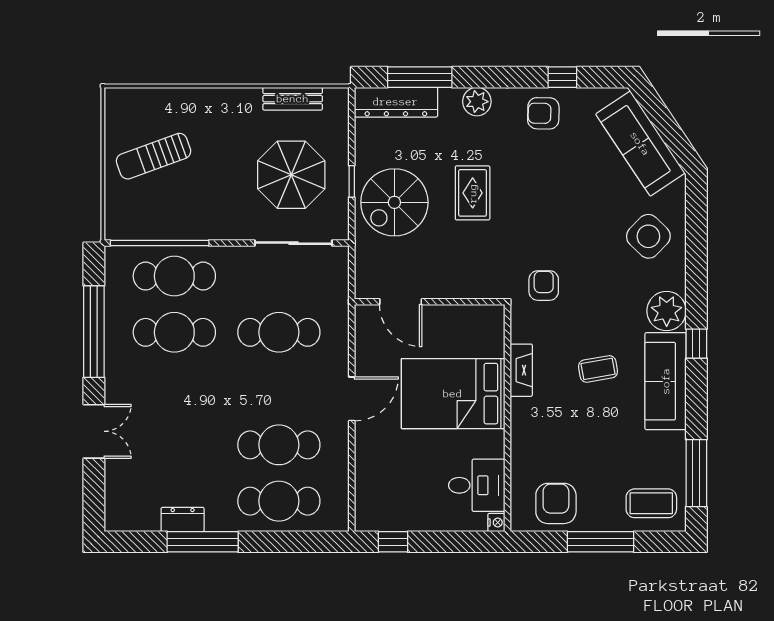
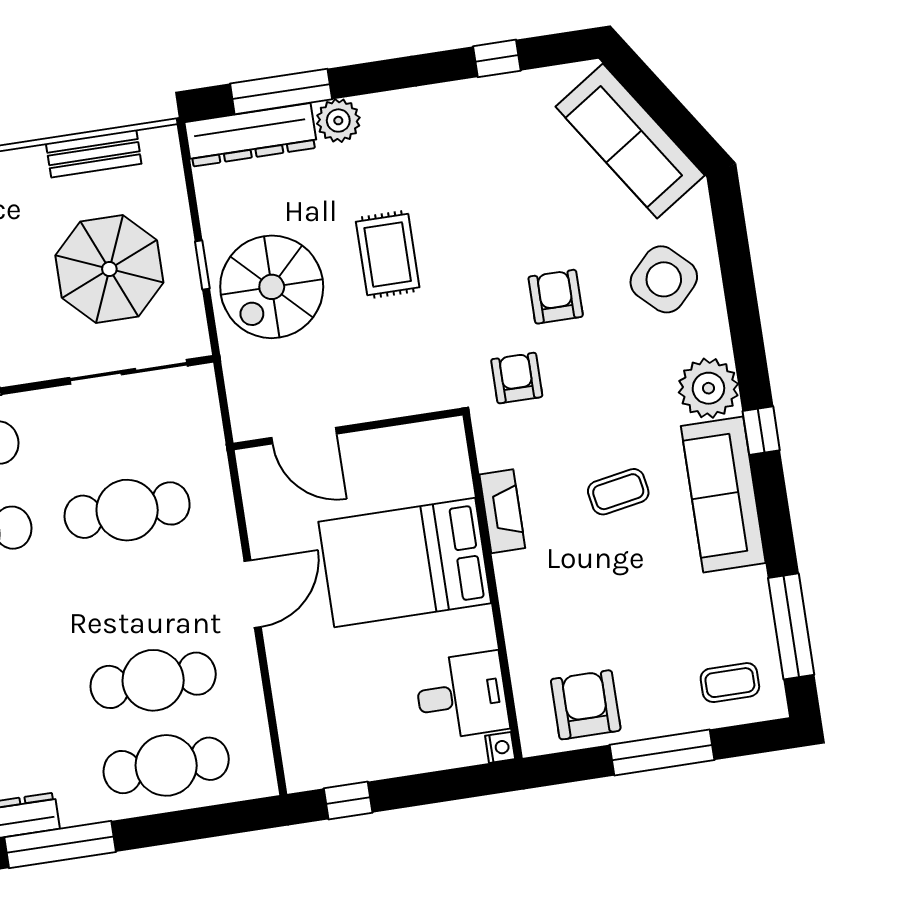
plant: (477, 102) -> (338, 121), moved
armchair: (543, 113) -> (556, 297), moved, turned 89
coffee table: (651, 503) -> (730, 683), width x0.73, depth x0.77

